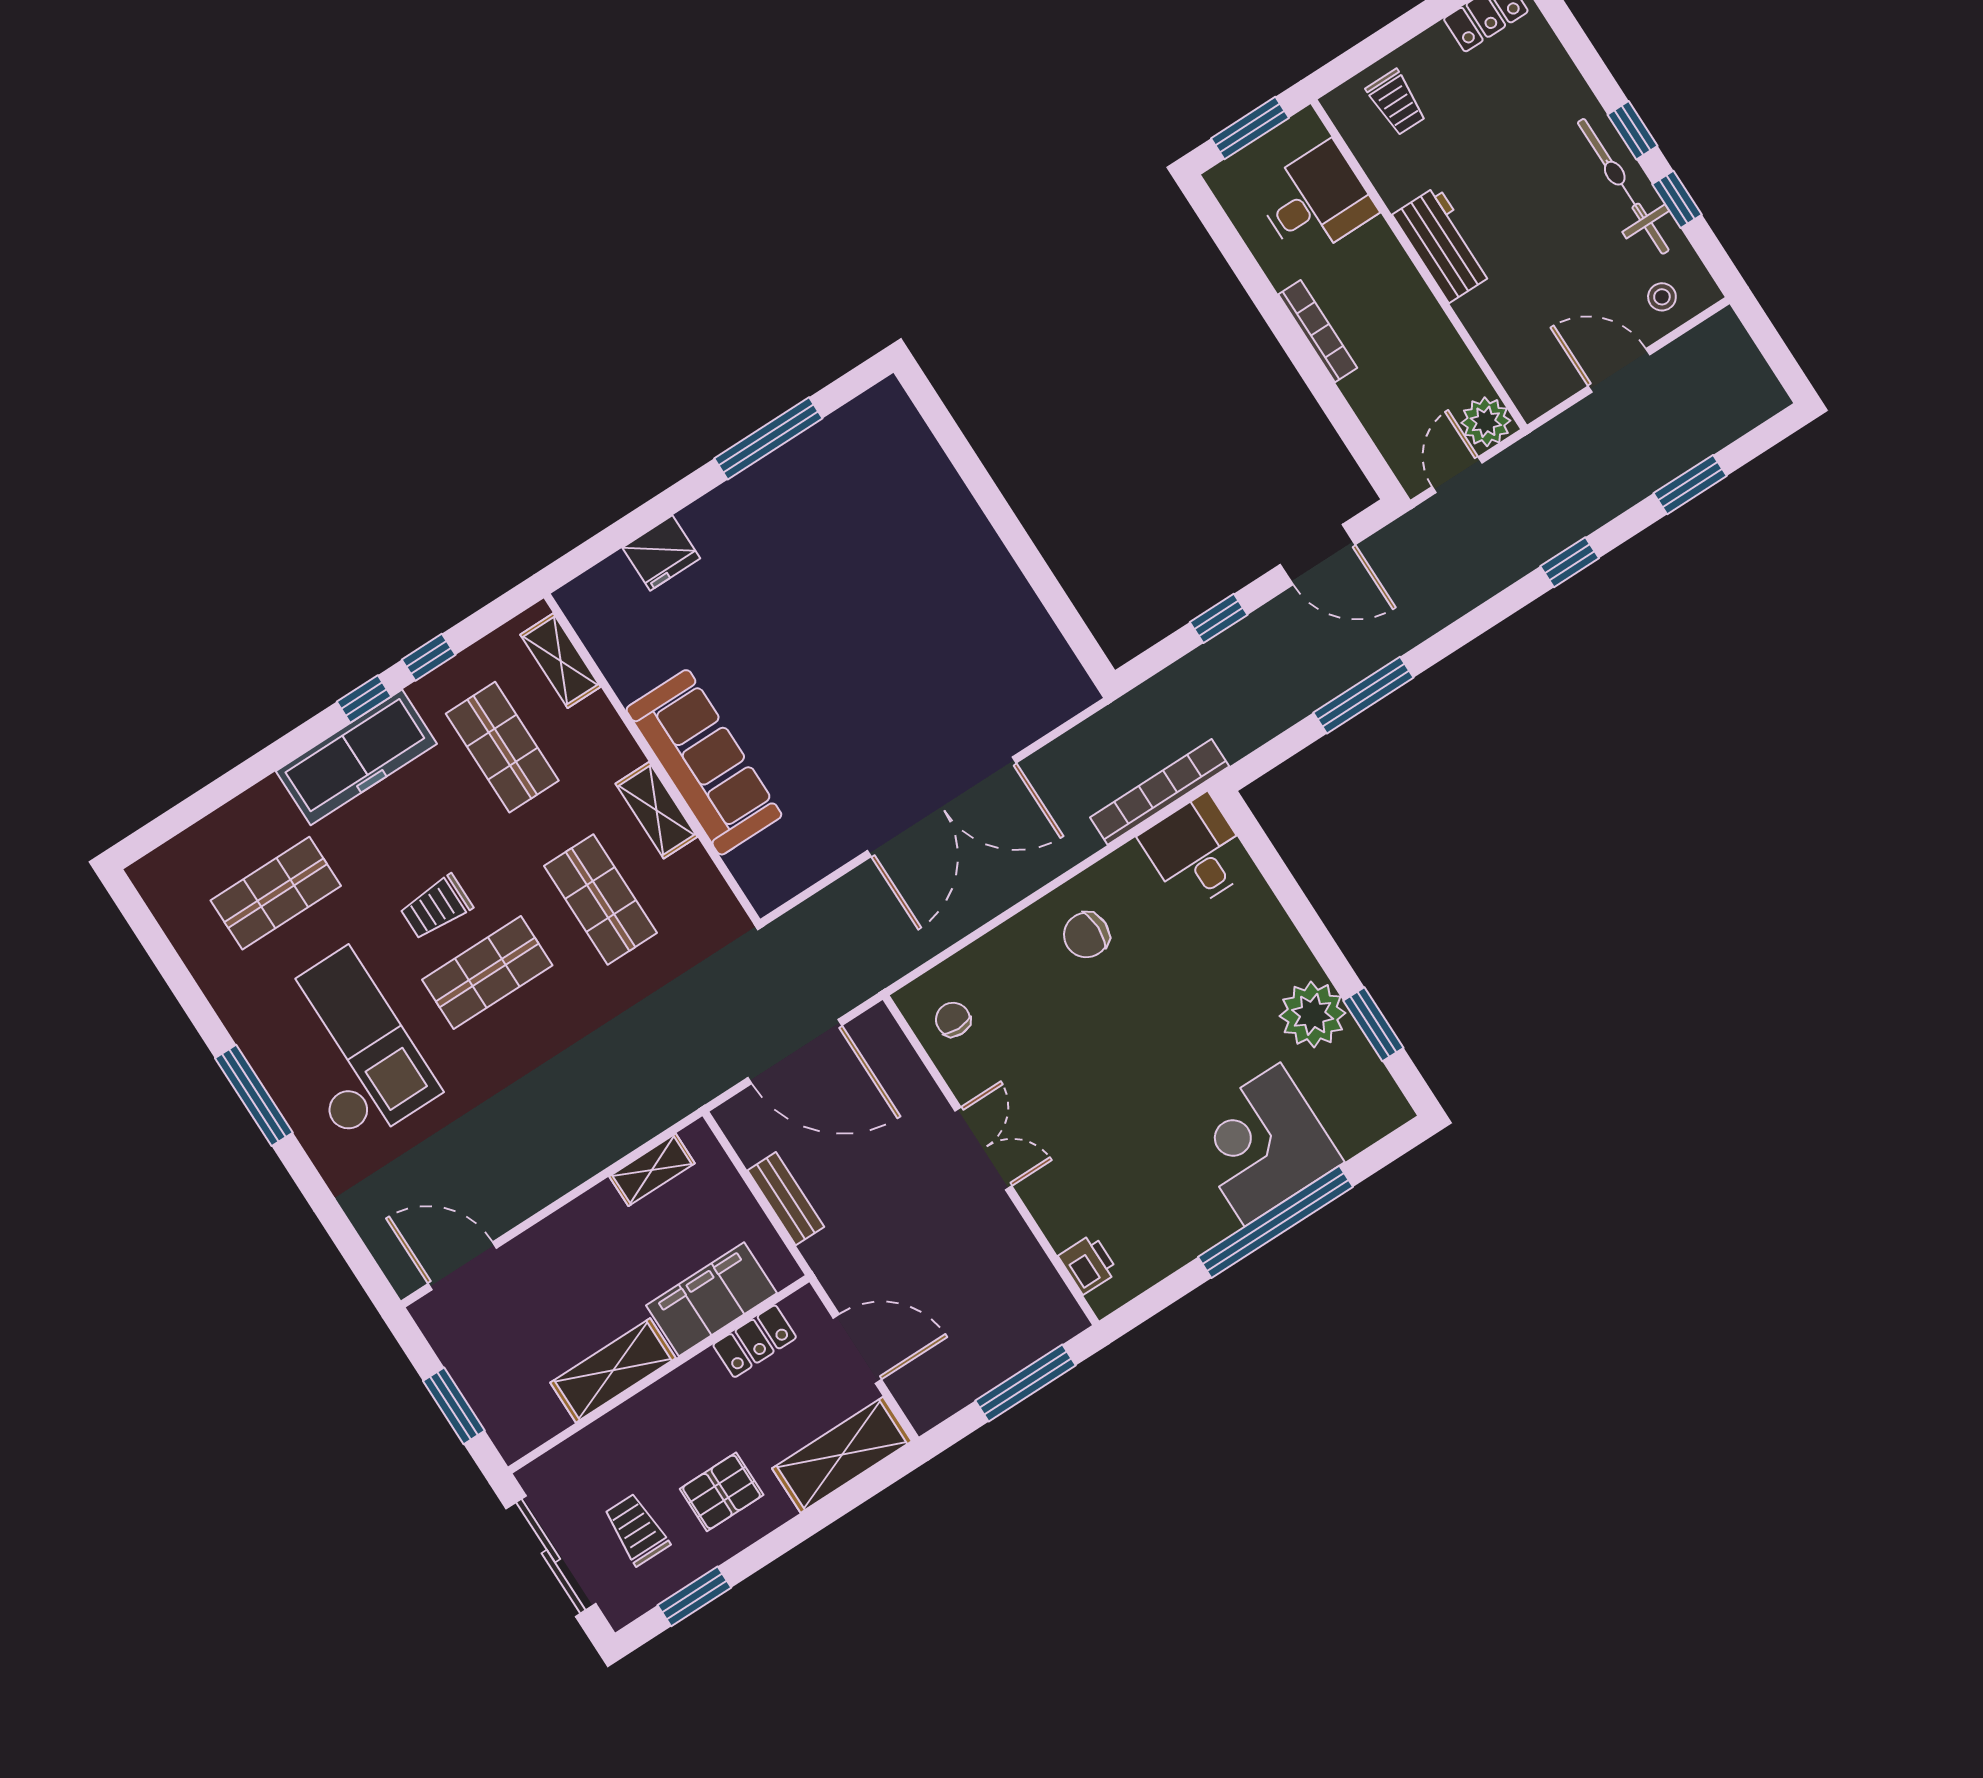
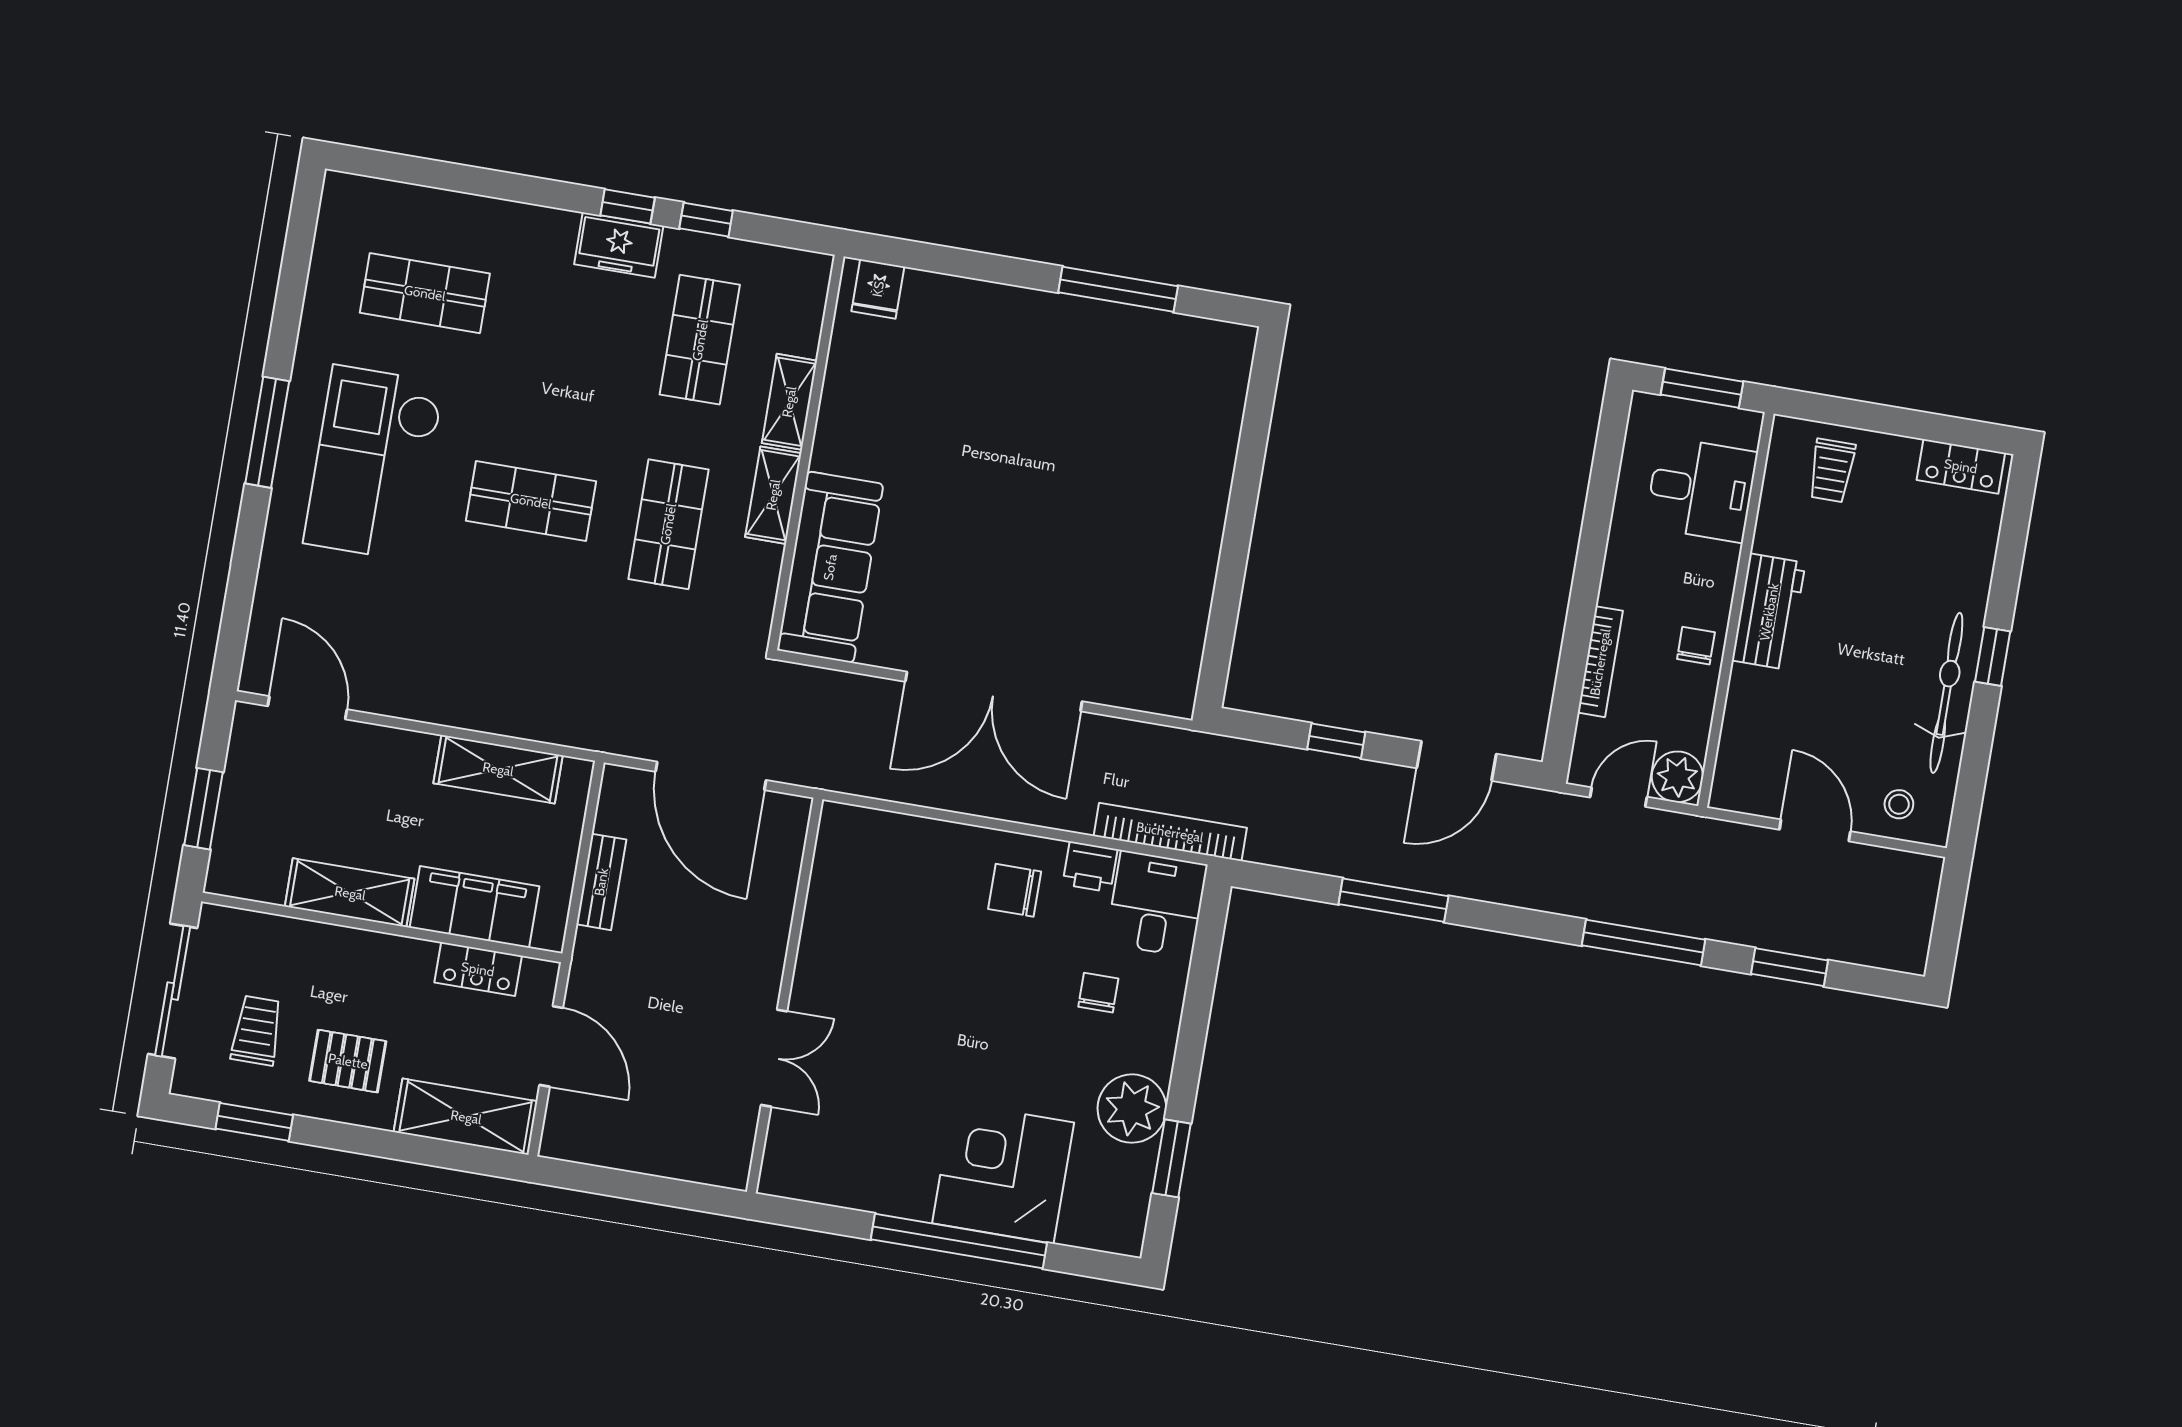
window: (1677, 199) -> (1978, 740), removed
chair: (1414, 316) -> (1696, 646), added
bookcase: (1318, 331) -> (1600, 662), moved
fridge: (661, 553) -> (878, 289), moved, width x0.72
door: (1318, 555) -> (1456, 761), hinge flipped
window: (1570, 562) -> (1643, 942), width x2.17
shelving: (560, 661) -> (789, 402), moved
freezer: (356, 757) -> (619, 245), width x0.52, depth x0.79
sofa: (704, 762) -> (830, 567), moved
trolley: (436, 907) -> (538, 416), removed
chair: (953, 1020) -> (1098, 993), moved
checkout: (350, 1048) -> (374, 463), turned 180
double door: (983, 1148) -> (774, 1058), moved
shelving: (652, 1170) -> (498, 769), width x1.50, depth x1.33
printer: (1088, 1264) -> (1090, 867), moved, turned 90
window: (1026, 1383) -> (656, 1190), removed

